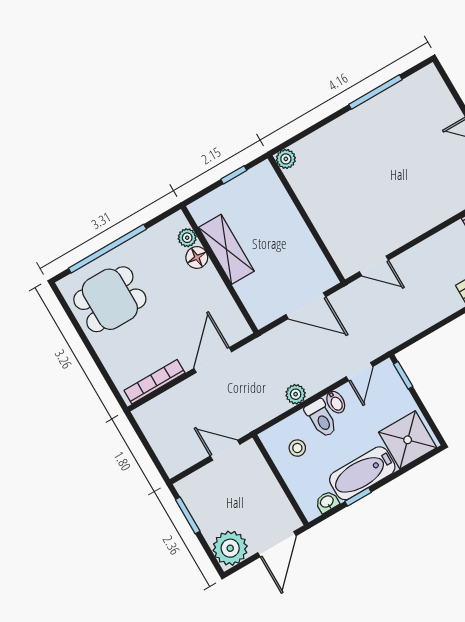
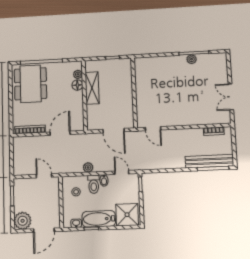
plant: (286, 159) -> (192, 59), moved
dining table: (110, 299) -> (31, 84), width x1.38
door: (360, 372) -> (122, 172), swing flipped

